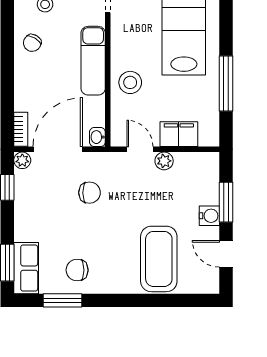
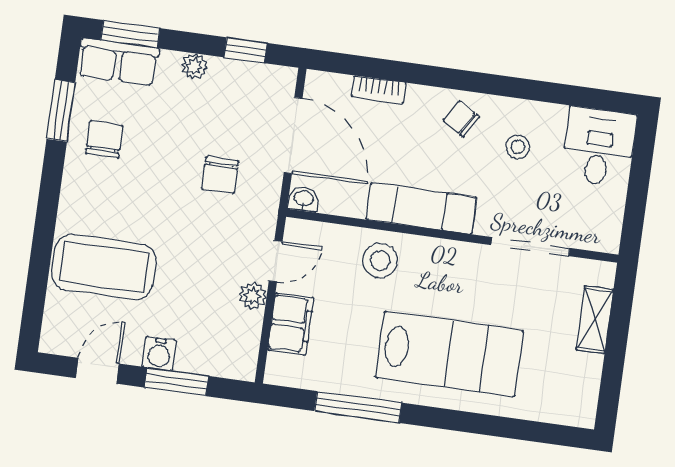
bookcase: (21, 129) -> (379, 90), moved
plant: (22, 160) -> (194, 66), moved

